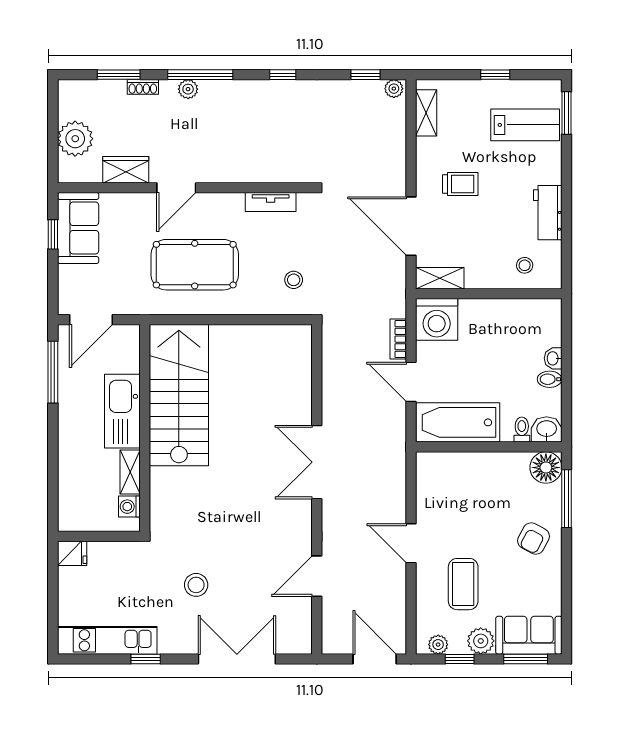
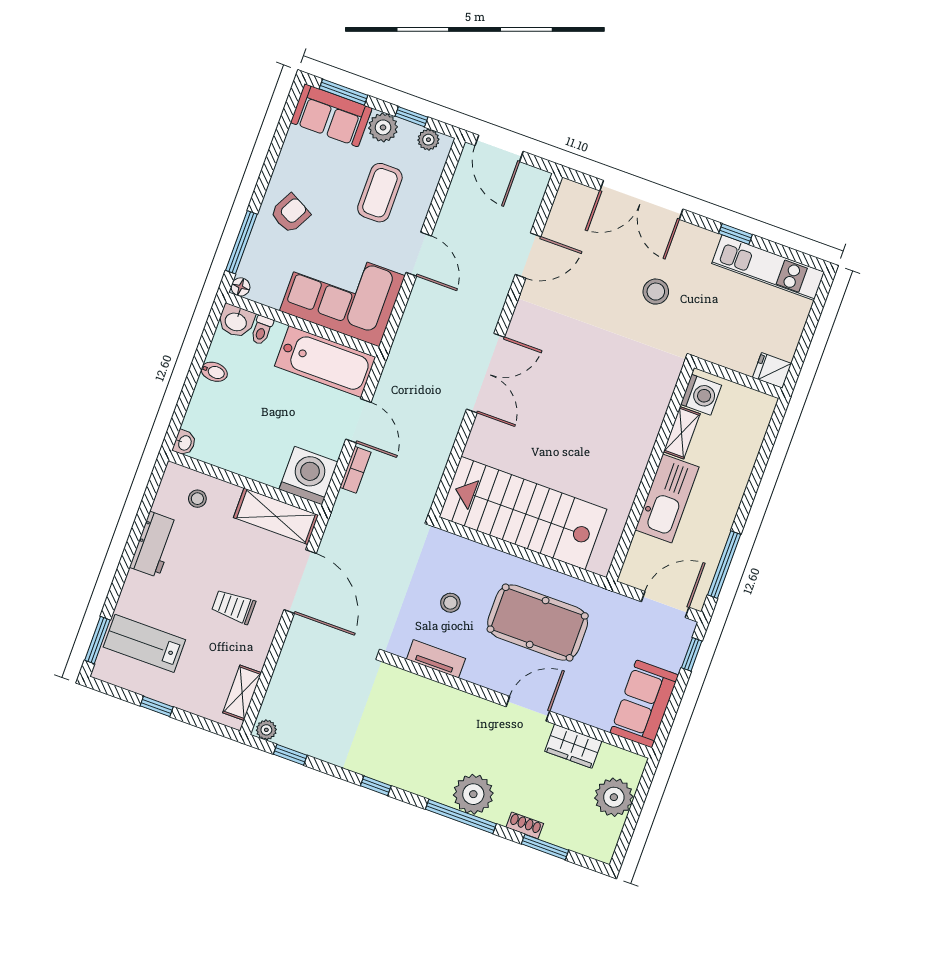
plant: (188, 89) -> (473, 794), width x1.87, depth x1.87
window: (53, 234) -> (692, 654), moved
shelving: (440, 278) -> (276, 516), width x1.50, depth x1.33
stool: (294, 280) -> (450, 603), moved
washbasin: (553, 358) -> (184, 443), moved
stairs: (179, 395) -> (523, 513), moved, turned 90
floor lamp: (546, 468) -> (241, 287), width x0.53, depth x0.53
corner sofa: (464, 486) -> (342, 293), added
washing machine: (129, 507) -> (701, 395), width x1.38, depth x1.38

